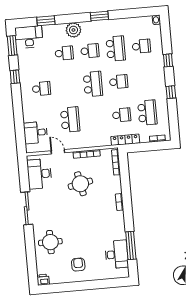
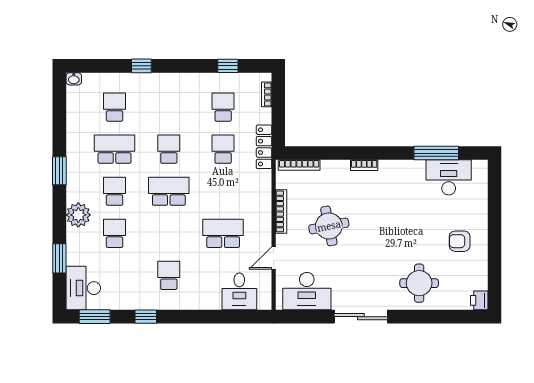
window: (171, 92) -> (228, 66), moved
school desk: (147, 113) -> (223, 107), width x0.54

